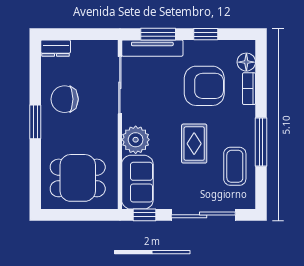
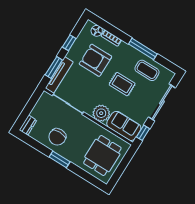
armchair: (204, 86) -> (95, 60), turned -90

